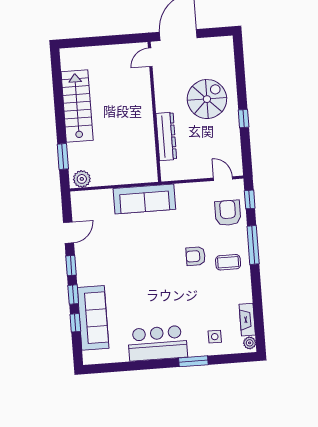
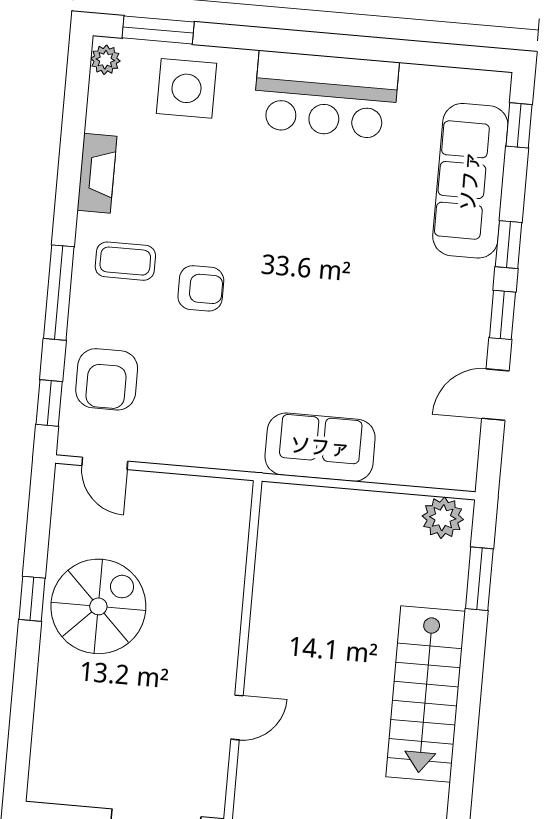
door: (150, 57) -> (237, 717), moved
spiral stairs: (207, 99) -> (98, 606), moved, turned 180
dresser: (166, 136) -> (224, 586), removed
sofa: (144, 199) -> (320, 447), width x0.73
fireplace: (247, 320) -> (97, 173), moved
window: (75, 323) -> (519, 125), moved
side table: (215, 337) -> (186, 88), width x1.87, depth x1.87
window: (193, 361) -> (158, 30), moved

